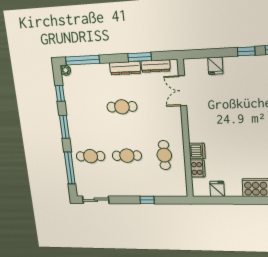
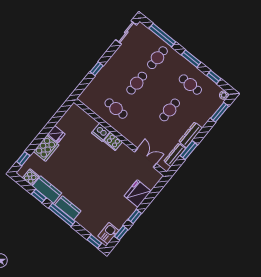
window: (83, 60) -> (220, 112), width x0.69
fridge: (215, 66) -> (138, 193), width x1.88, depth x1.34
cafe table: (85, 108) -> (190, 85), added
cooker: (198, 169) -> (113, 142), moved
fridge: (217, 189) -> (56, 134), moved

